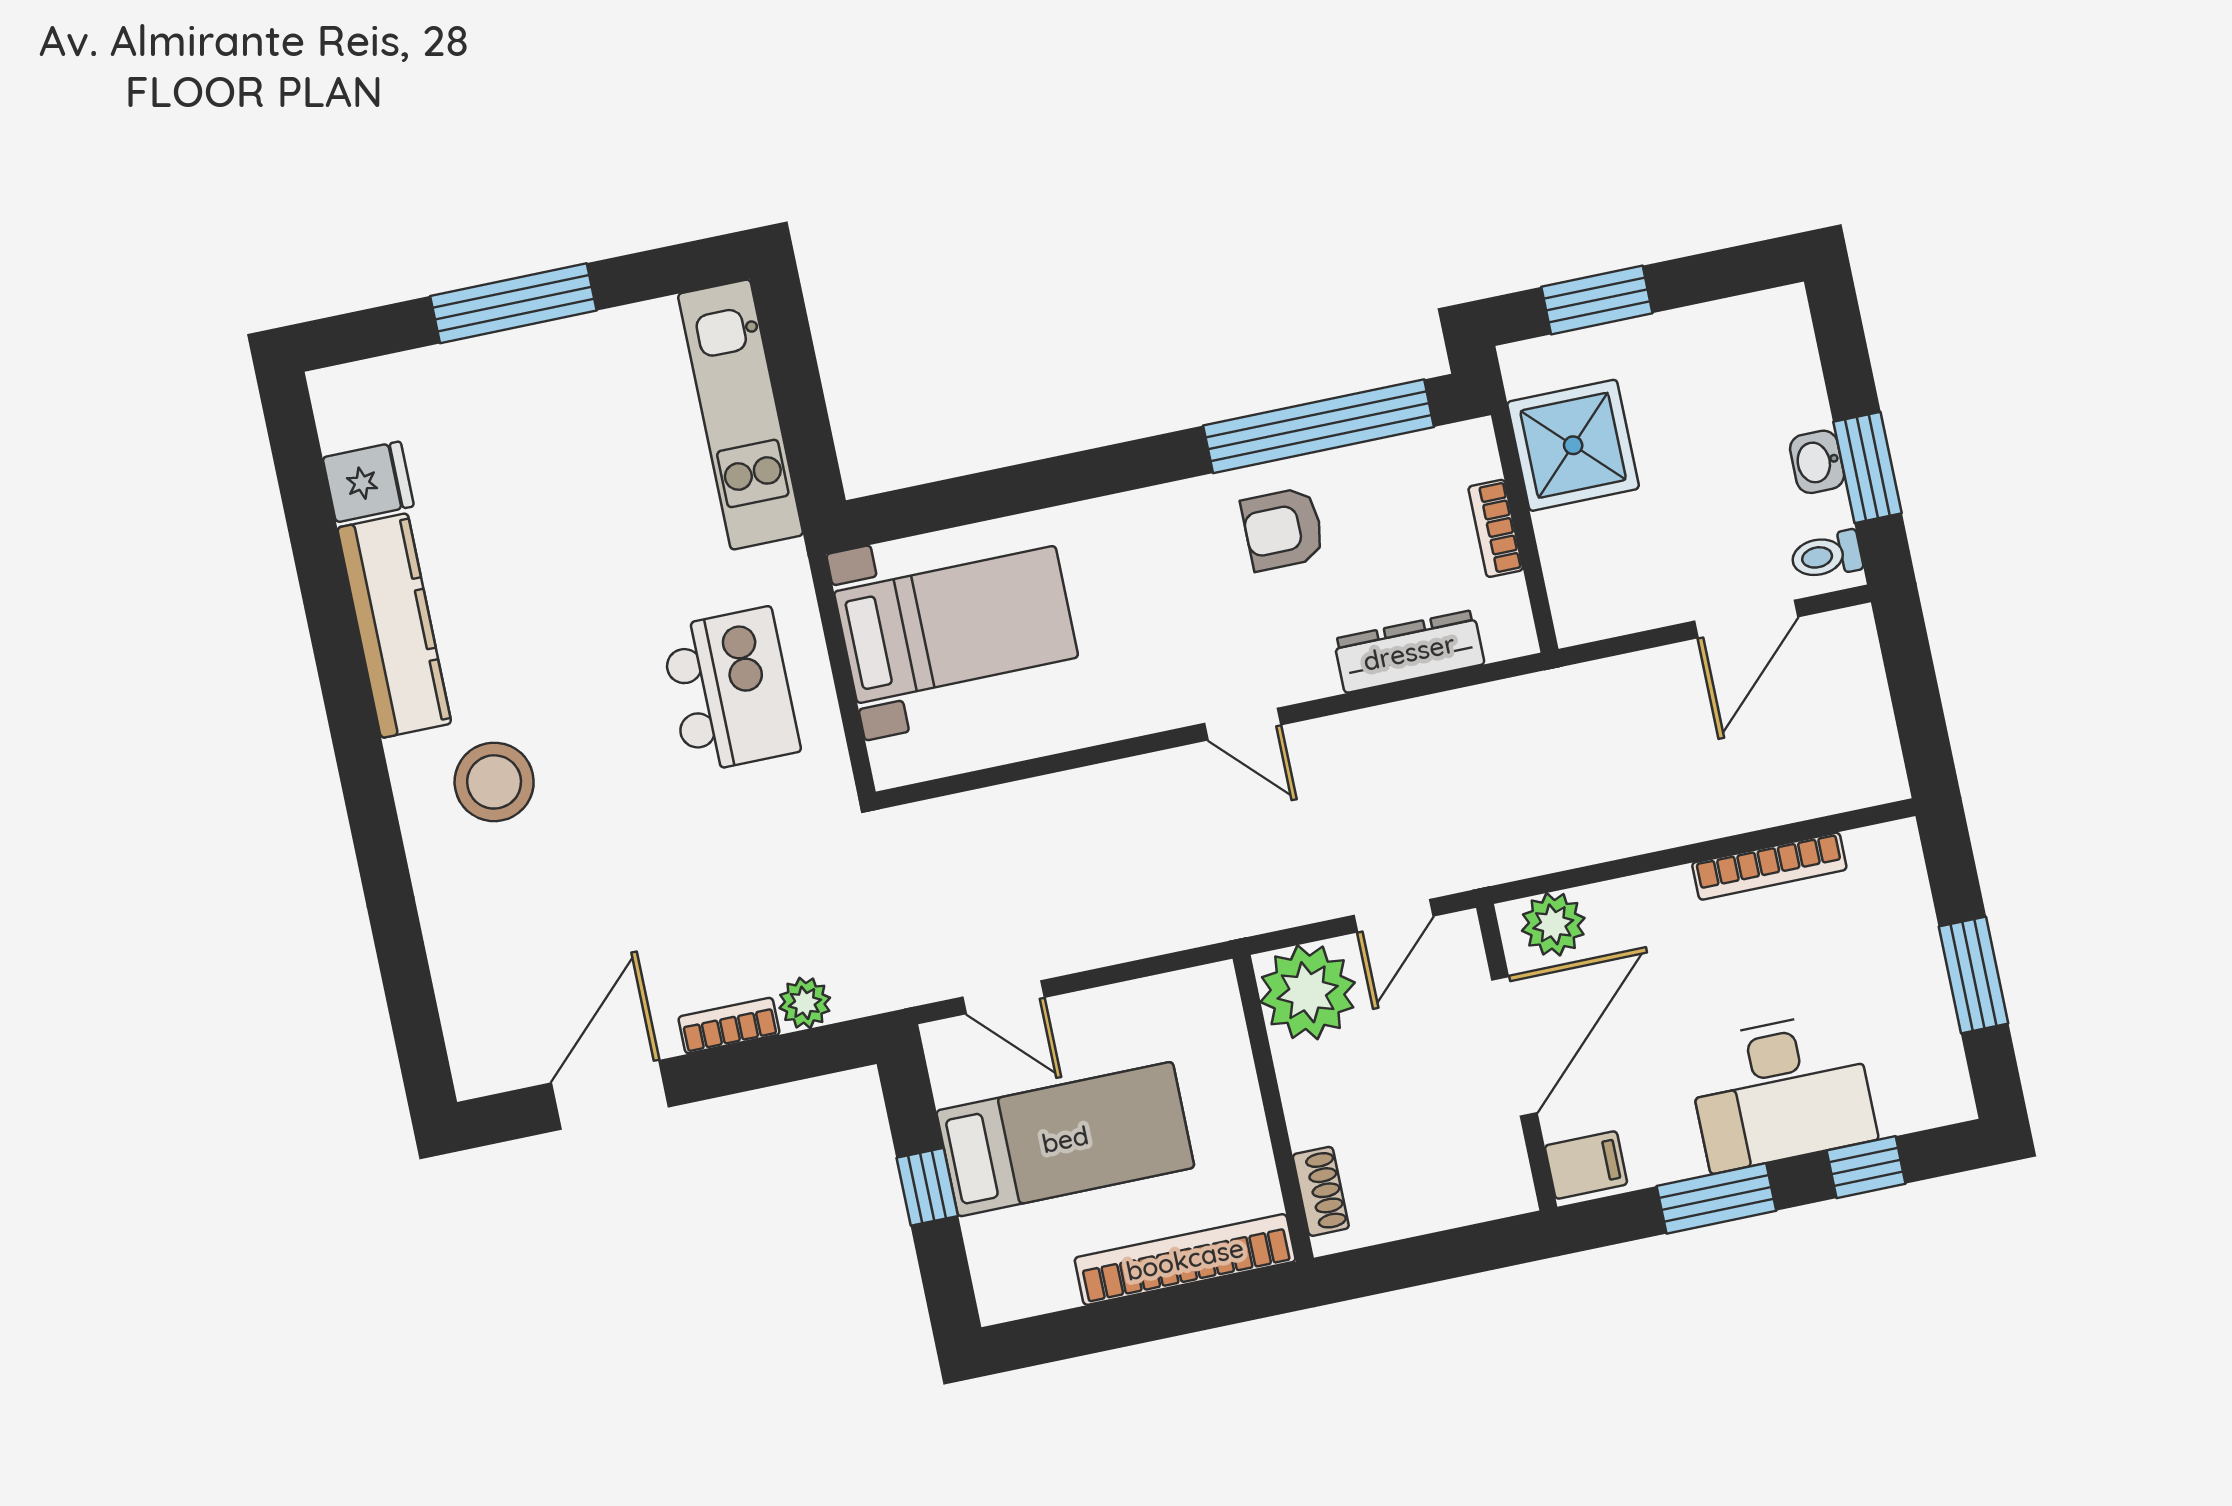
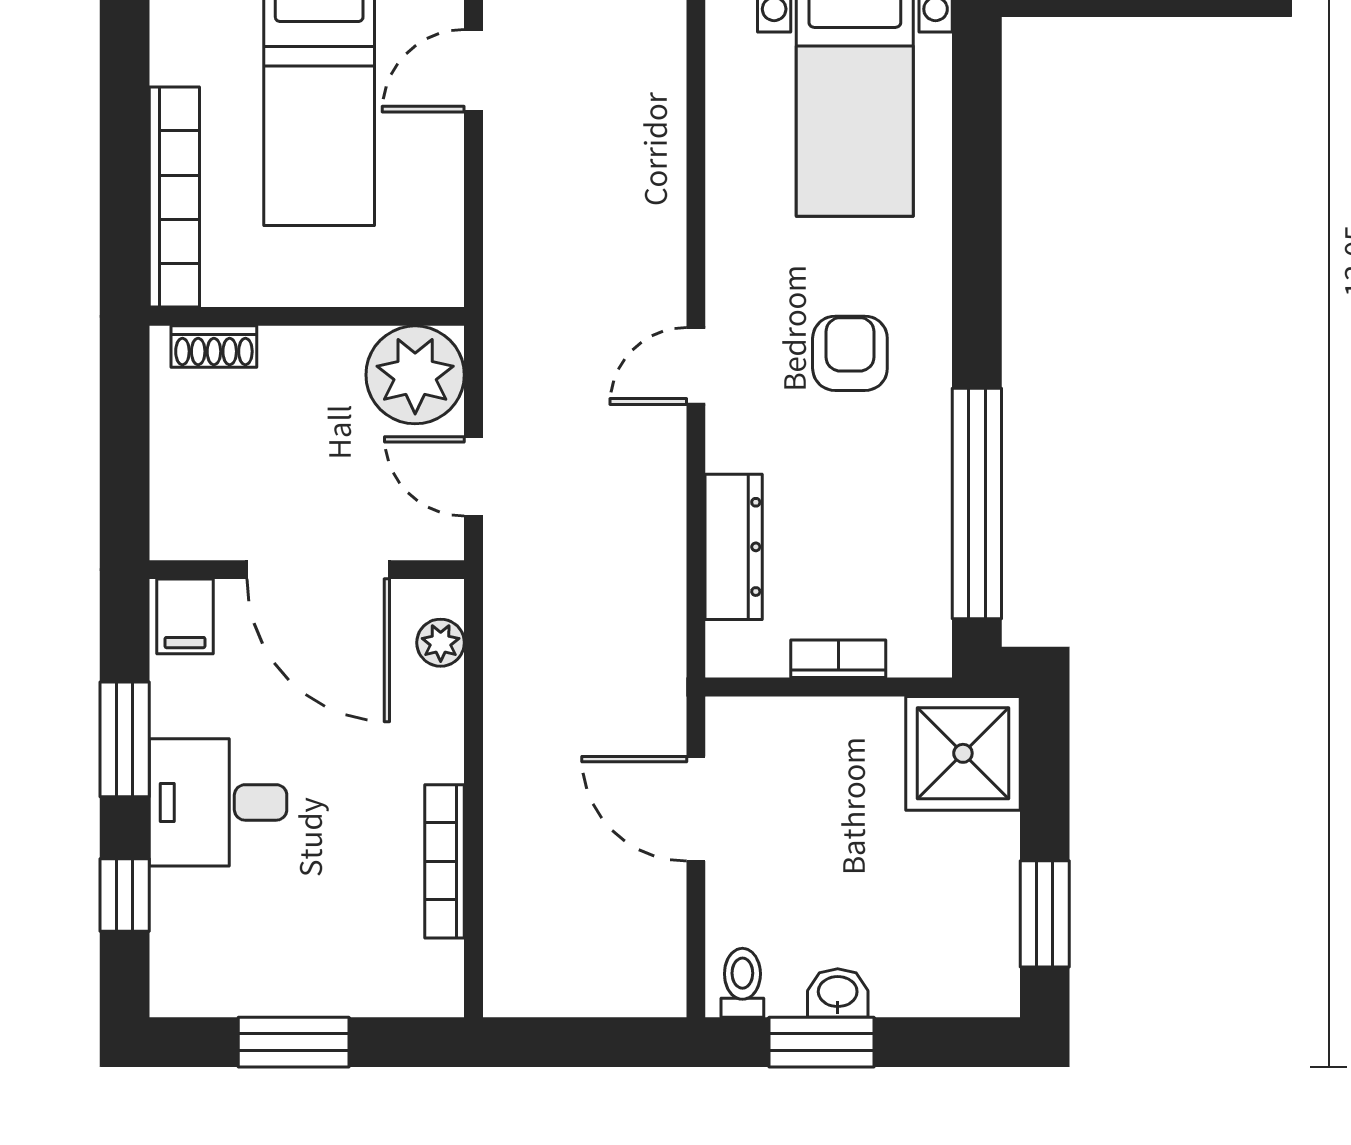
window: (1597, 300) -> (1045, 914), moved
shower: (1573, 445) -> (963, 753), moved
armchair: (1283, 529) -> (850, 353), moved
door: (1746, 619) -> (696, 809), moved
plant: (1553, 924) -> (441, 643), width x0.73, depth x0.73
desk: (1781, 1091) -> (218, 802), width x0.73

